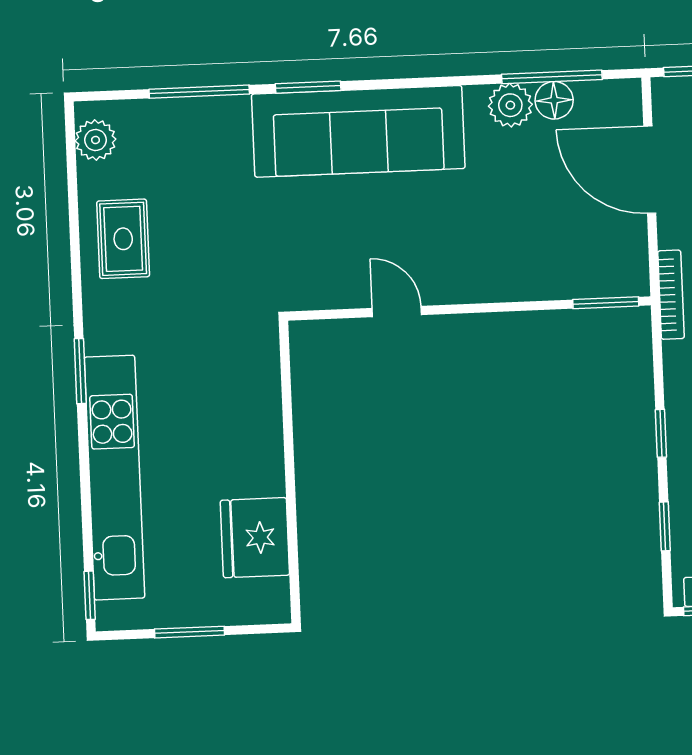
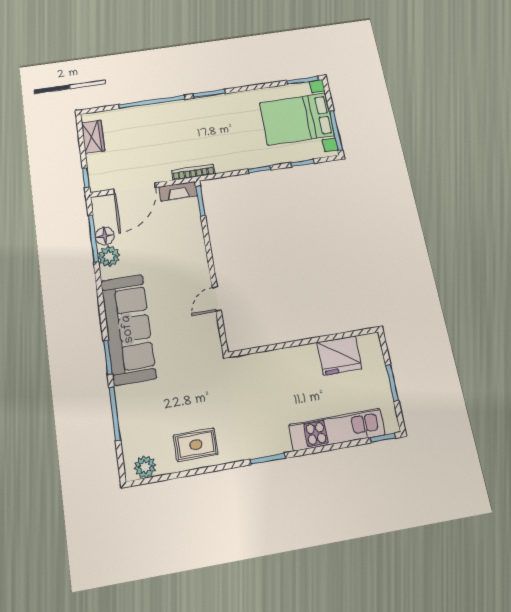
fireplace: (633, 259) -> (178, 191), added
kitchen unit: (114, 478) -> (337, 430), width x0.73

